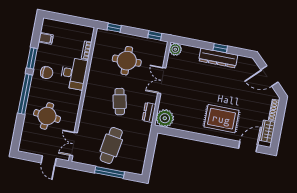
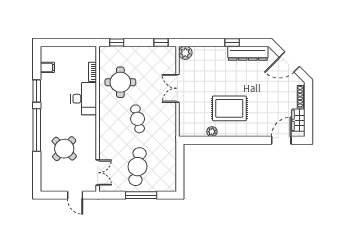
dresser: (218, 58) -> (248, 53), moved
round table: (127, 61) -> (120, 82), moved
chair: (47, 73) -> (55, 103), removed
dresser: (149, 112) -> (171, 124), removed
round table: (47, 116) -> (64, 149), turned 37
plant: (165, 118) -> (212, 132), moved, width x0.53, depth x0.53
rug: (221, 119) -> (229, 108), moved
double door: (73, 144) -> (98, 173), swing flipped

